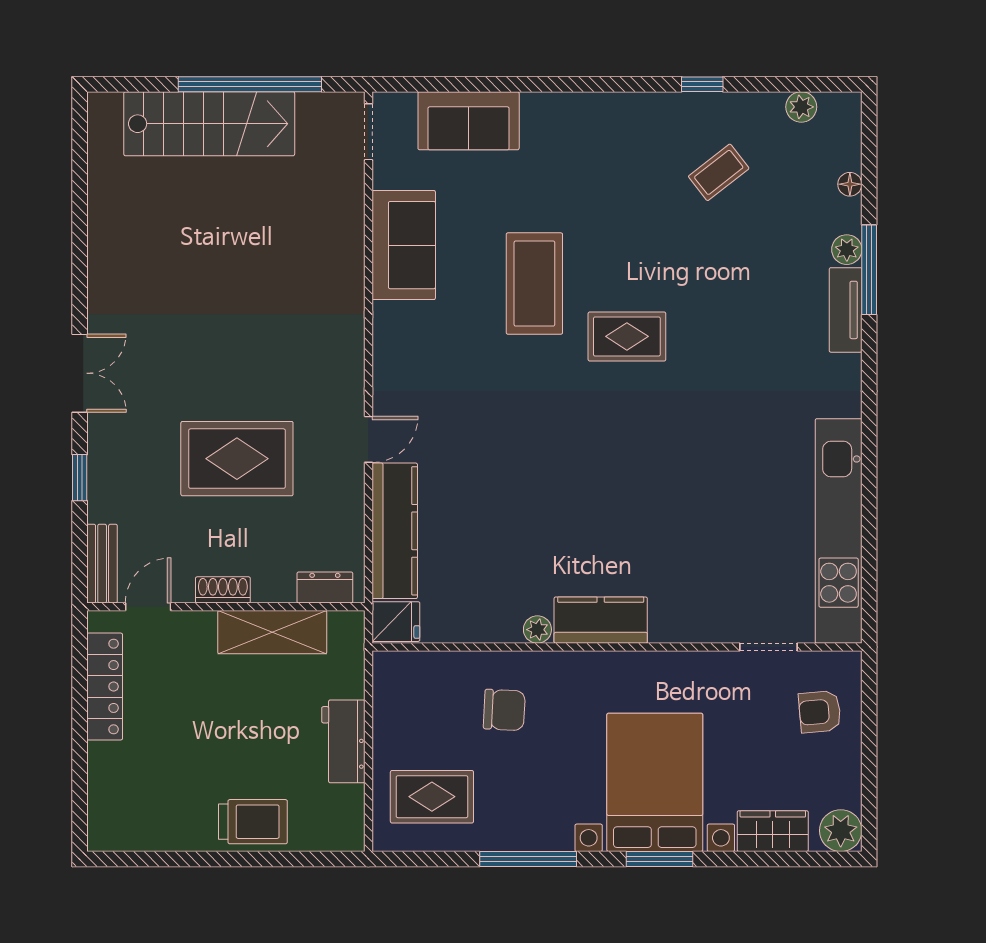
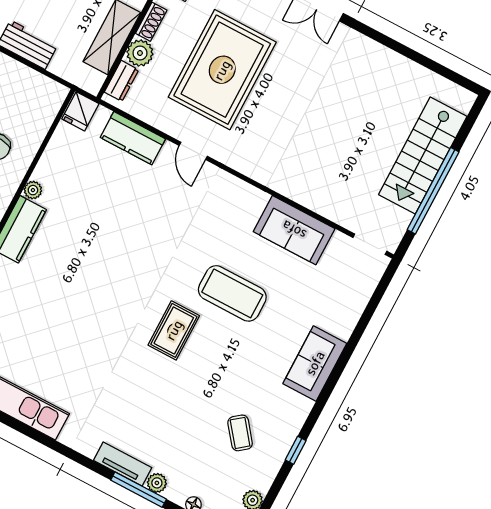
sofa: (469, 121) -> (315, 363), moved
rug: (237, 459) -> (222, 70), width x1.37, depth x1.44
kitchen counter: (395, 531) -> (133, 138), width x0.67
plant: (274, 583) -> (140, 53), added

